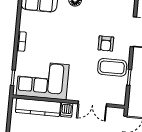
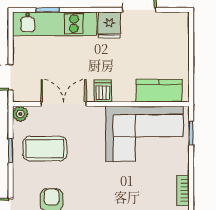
coffee table: (112, 67) -> (45, 149), moved
plant: (121, 100) -> (20, 114), added
kitchen counter: (38, 107) -> (159, 91), width x0.67

